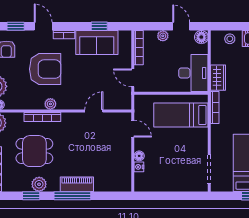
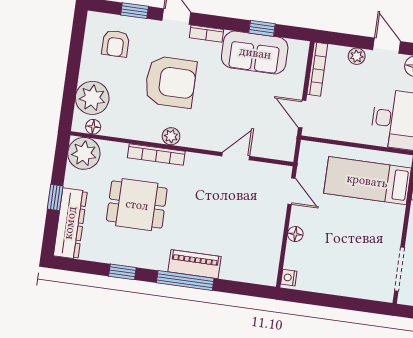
nightstand: (139, 167) -> (289, 278), moved
plant: (39, 184) -> (137, 256), removed

